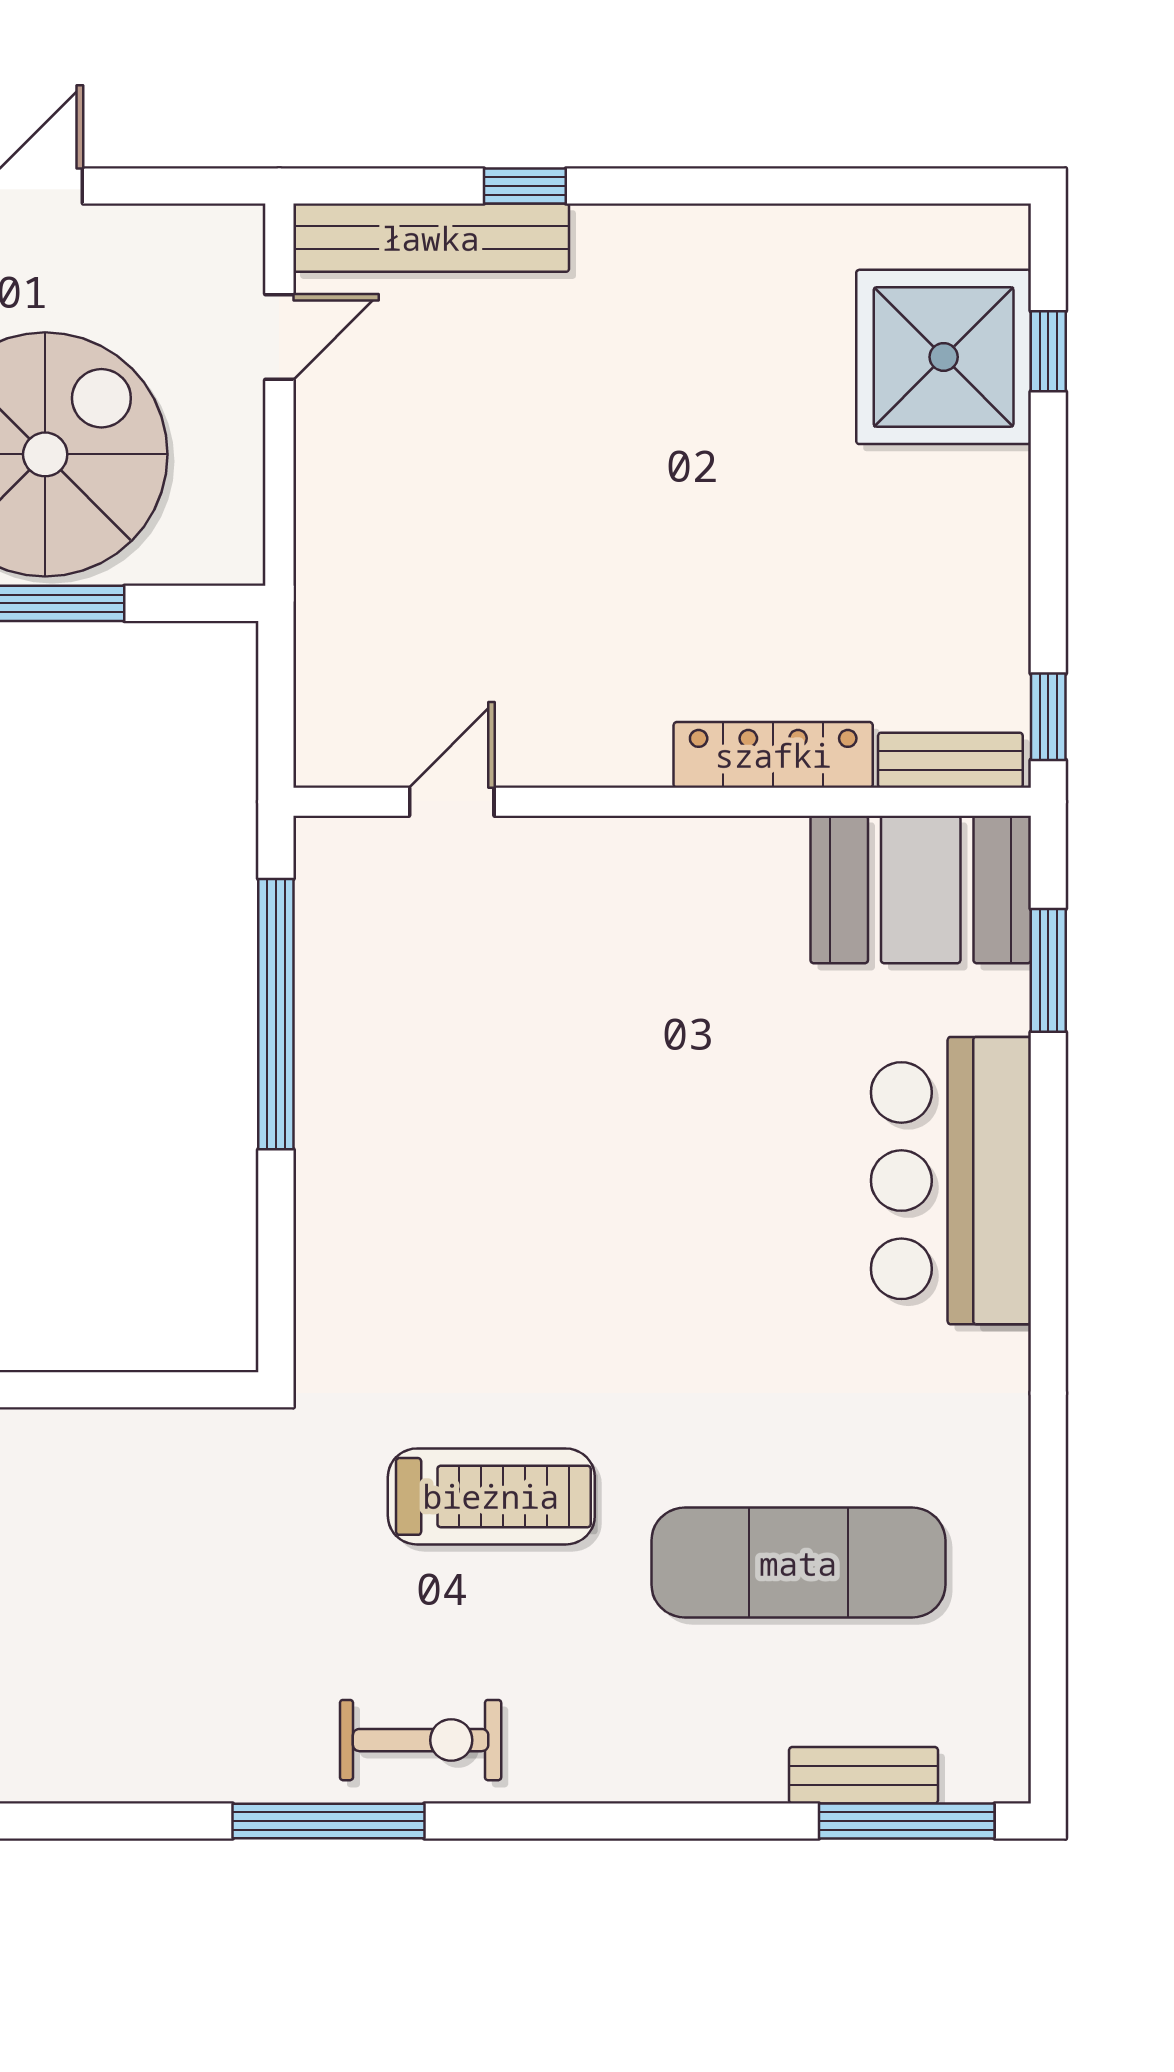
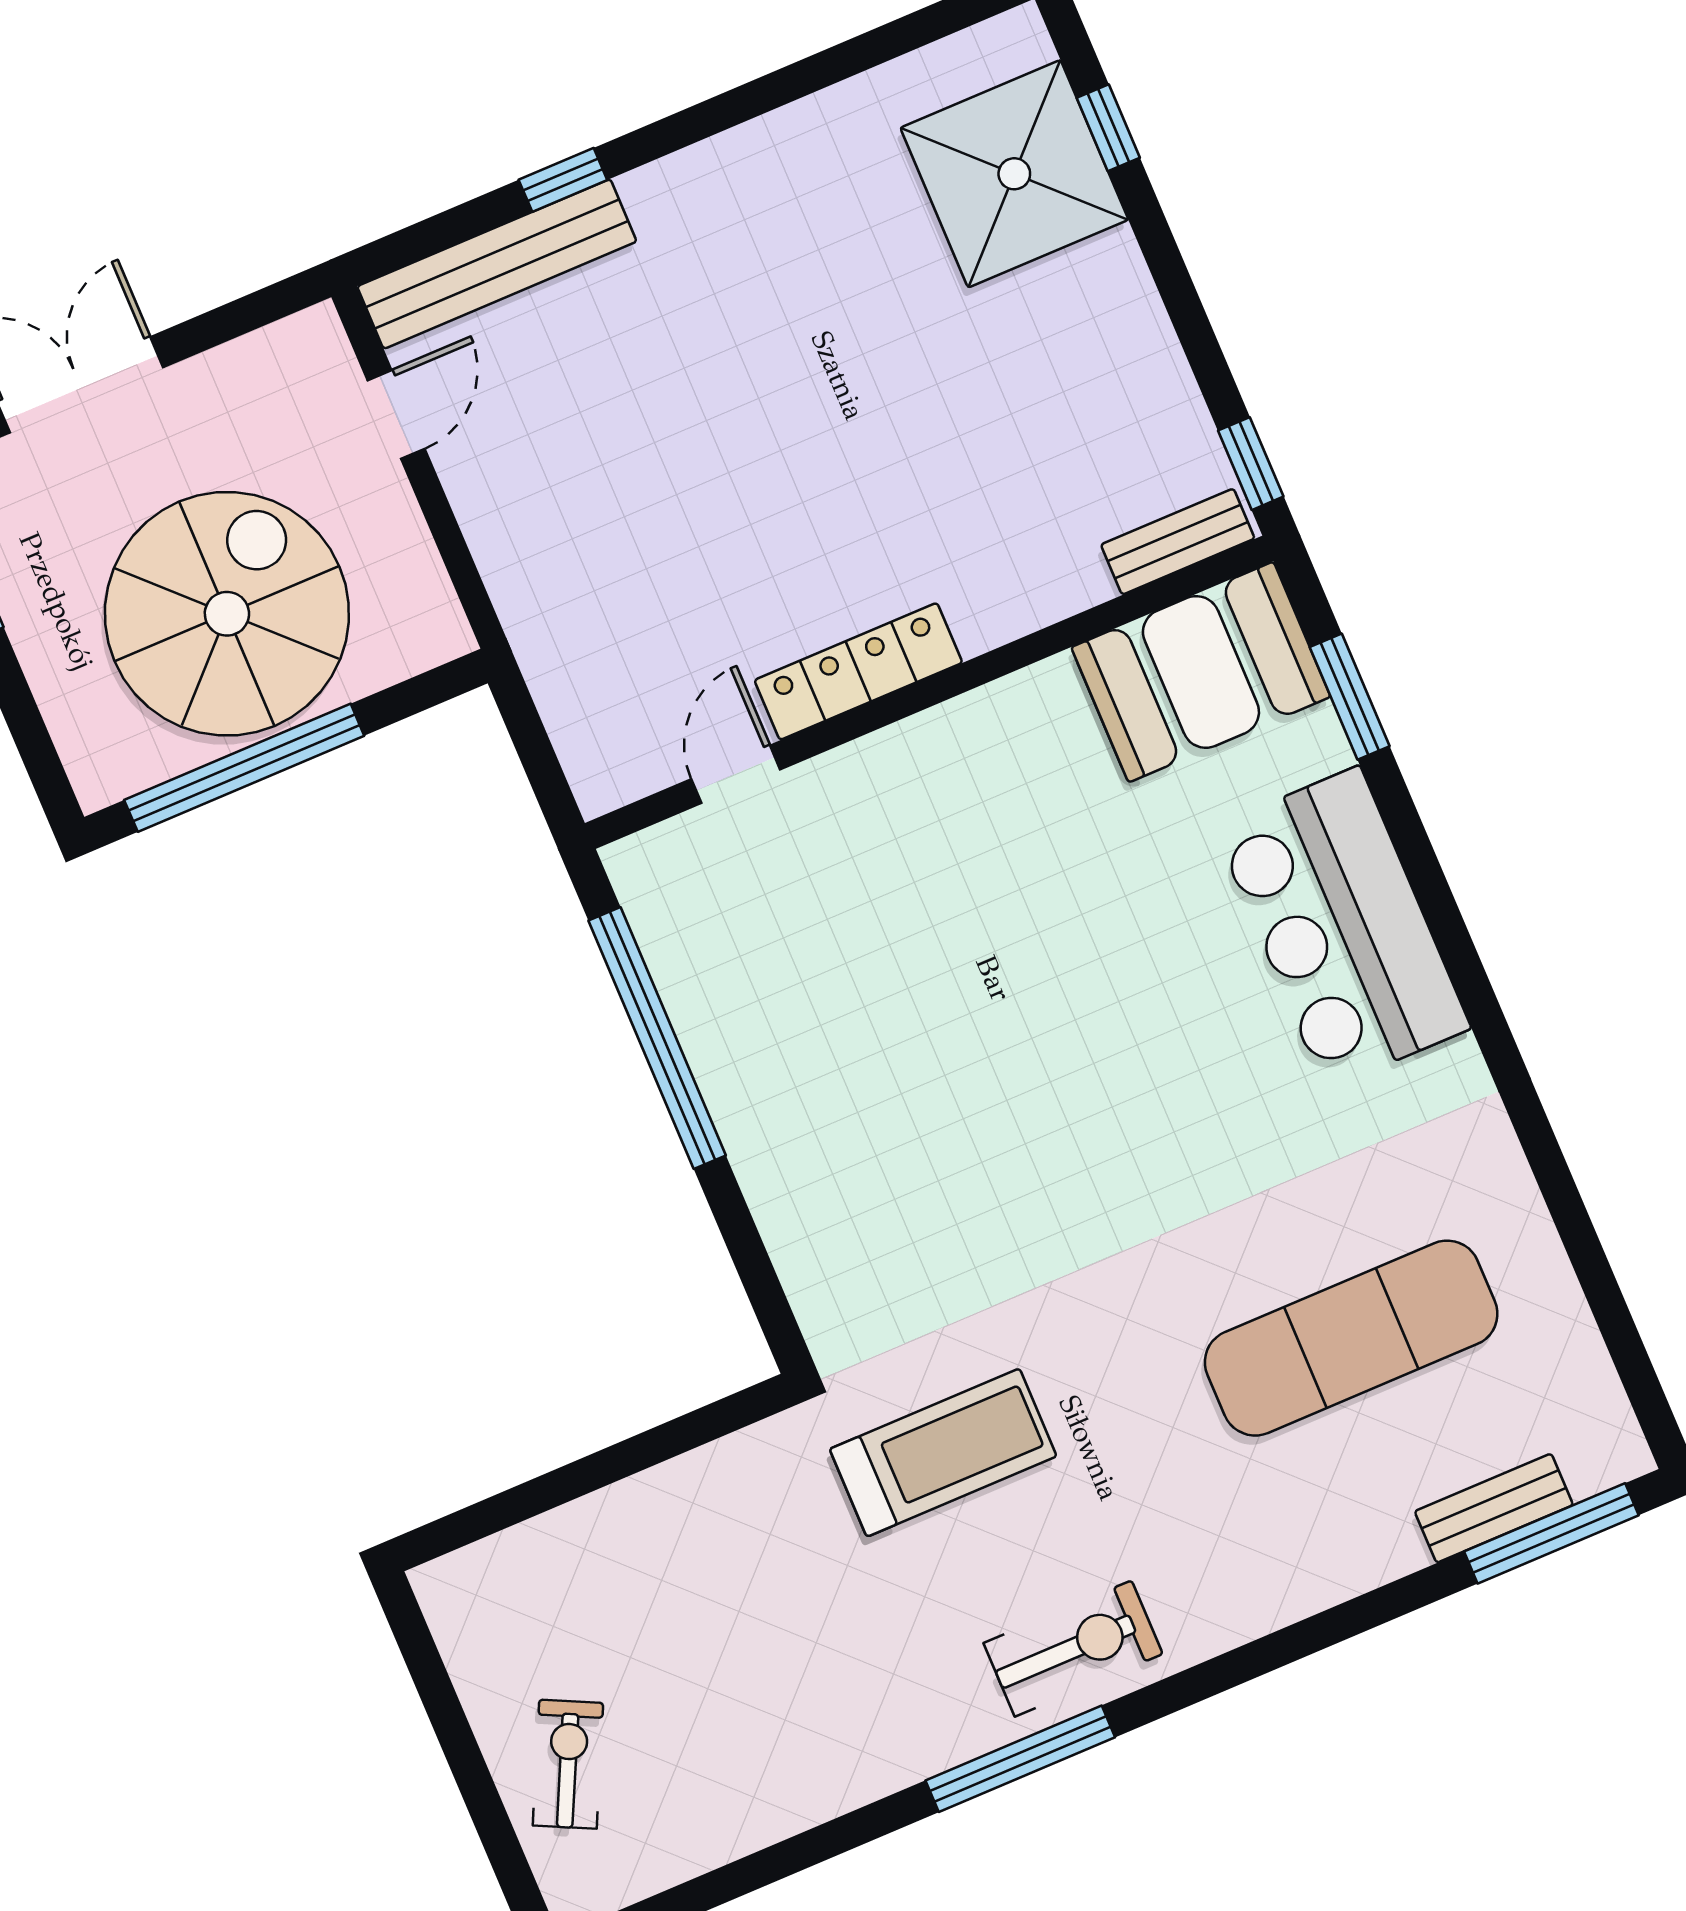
locker: (773, 755) -> (858, 671), moved
treadmill: (491, 1496) -> (943, 1453), moved

